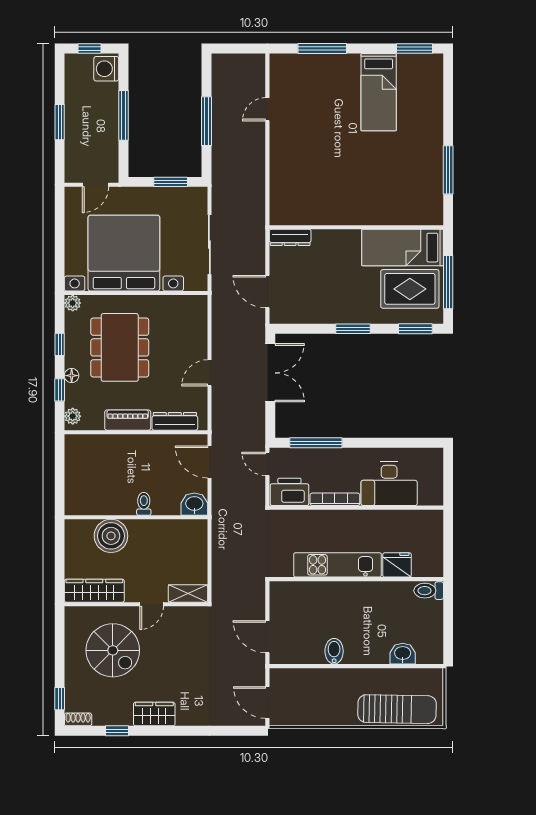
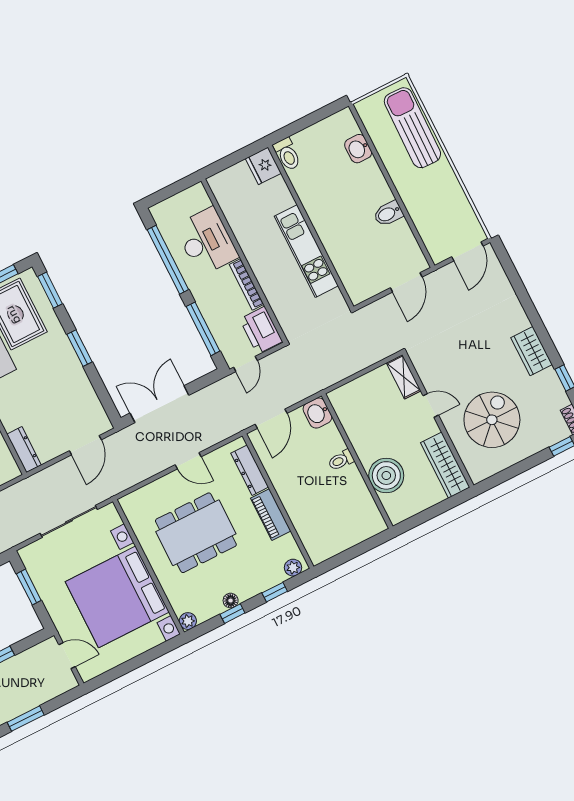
dining table: (120, 347) -> (196, 533), moved
floor lamp: (72, 376) -> (231, 601), moved
window: (390, 443) -> (168, 260), added
fridge: (397, 565) -> (263, 166), moved

